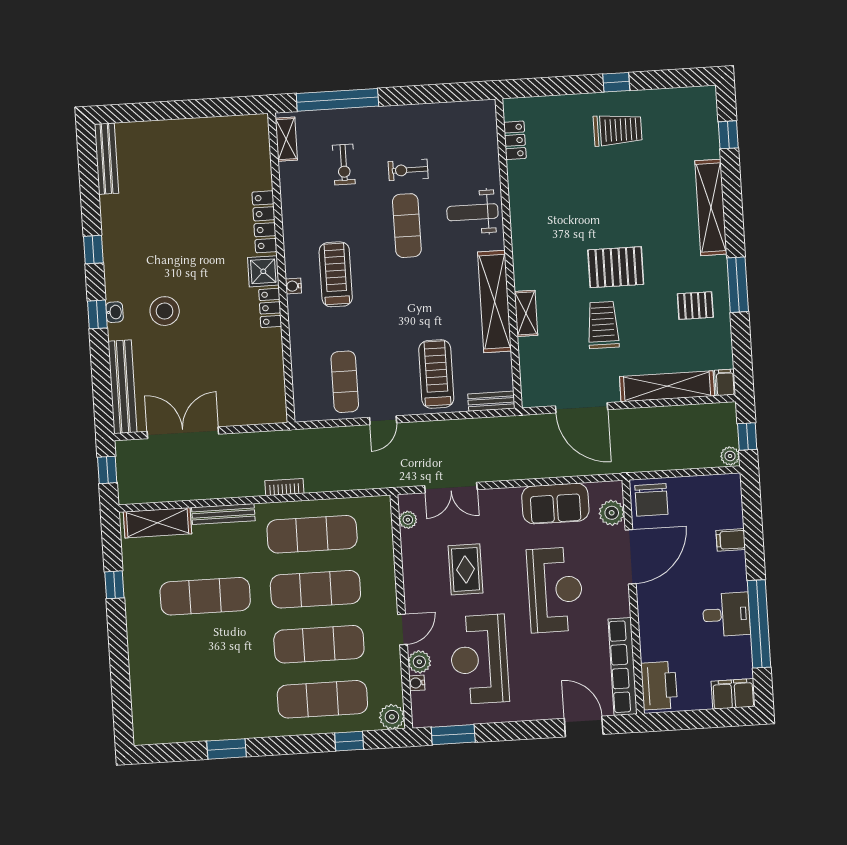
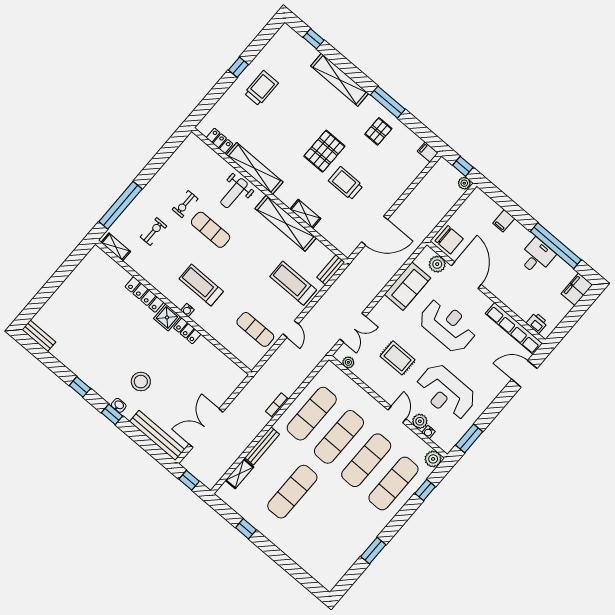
bench: (106, 159) -> (39, 336), width x0.73
exercise bike: (344, 164) -> (154, 232), turned -90
shelving: (667, 386) -> (255, 168), moved, turned 90
shelving: (157, 523) -> (239, 474), width x0.67, depth x0.75
printer: (659, 686) -> (537, 323), width x0.53, depth x0.68

